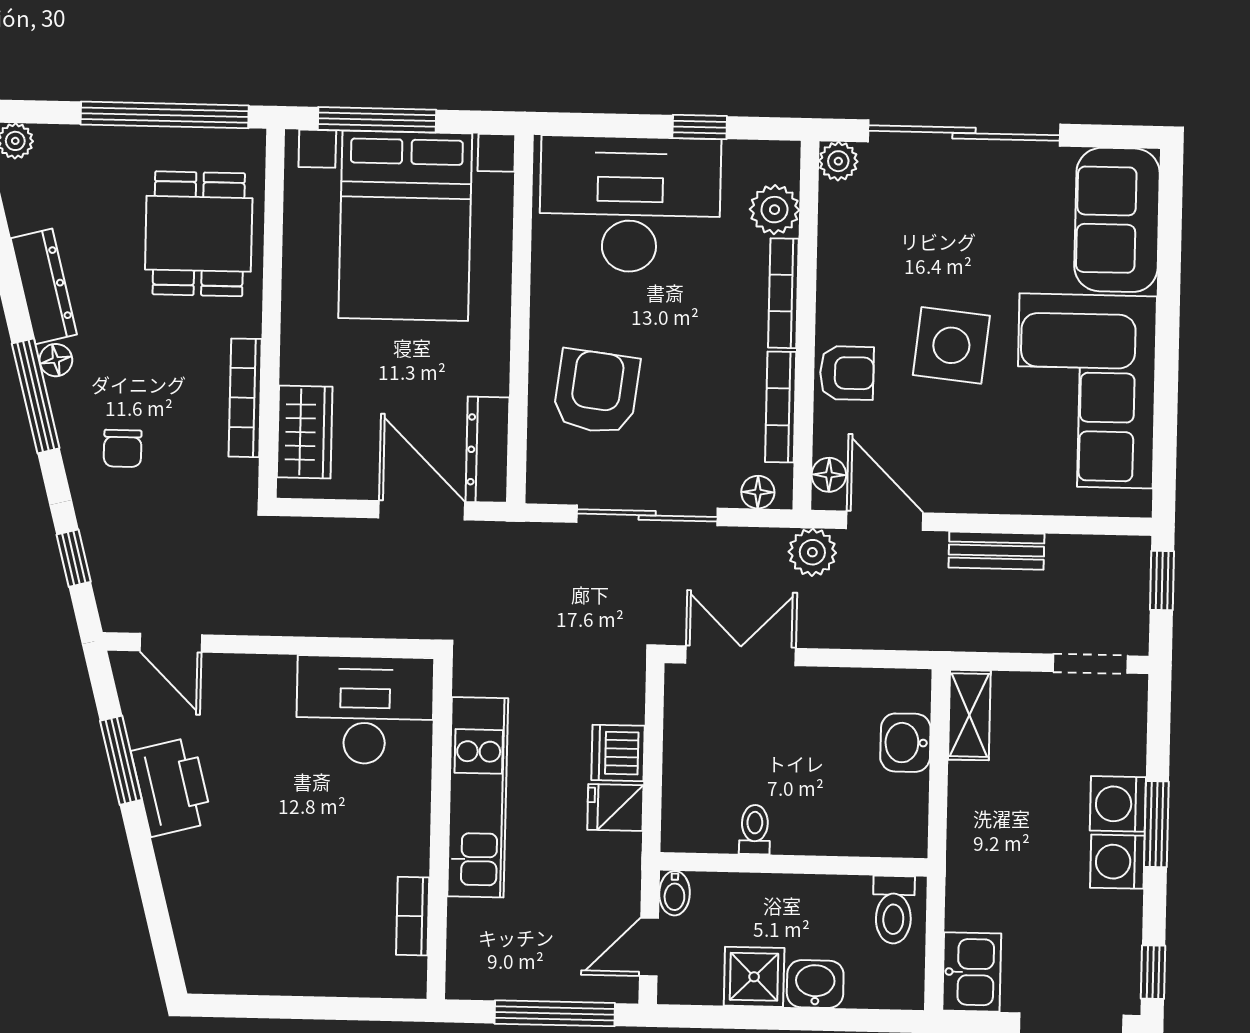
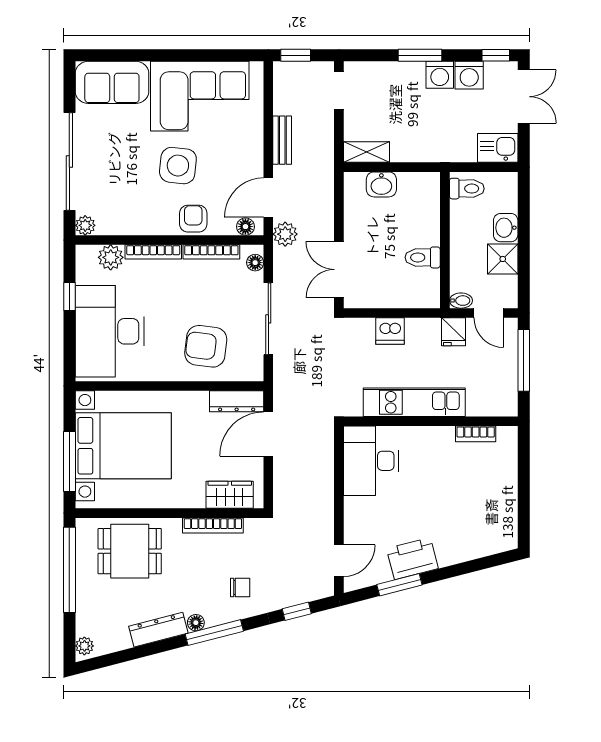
washing machine: (1118, 804) -> (469, 75), moved
fridge: (615, 807) -> (453, 332), moved
toilet: (755, 830) -> (423, 257), width x1.37, depth x1.39

